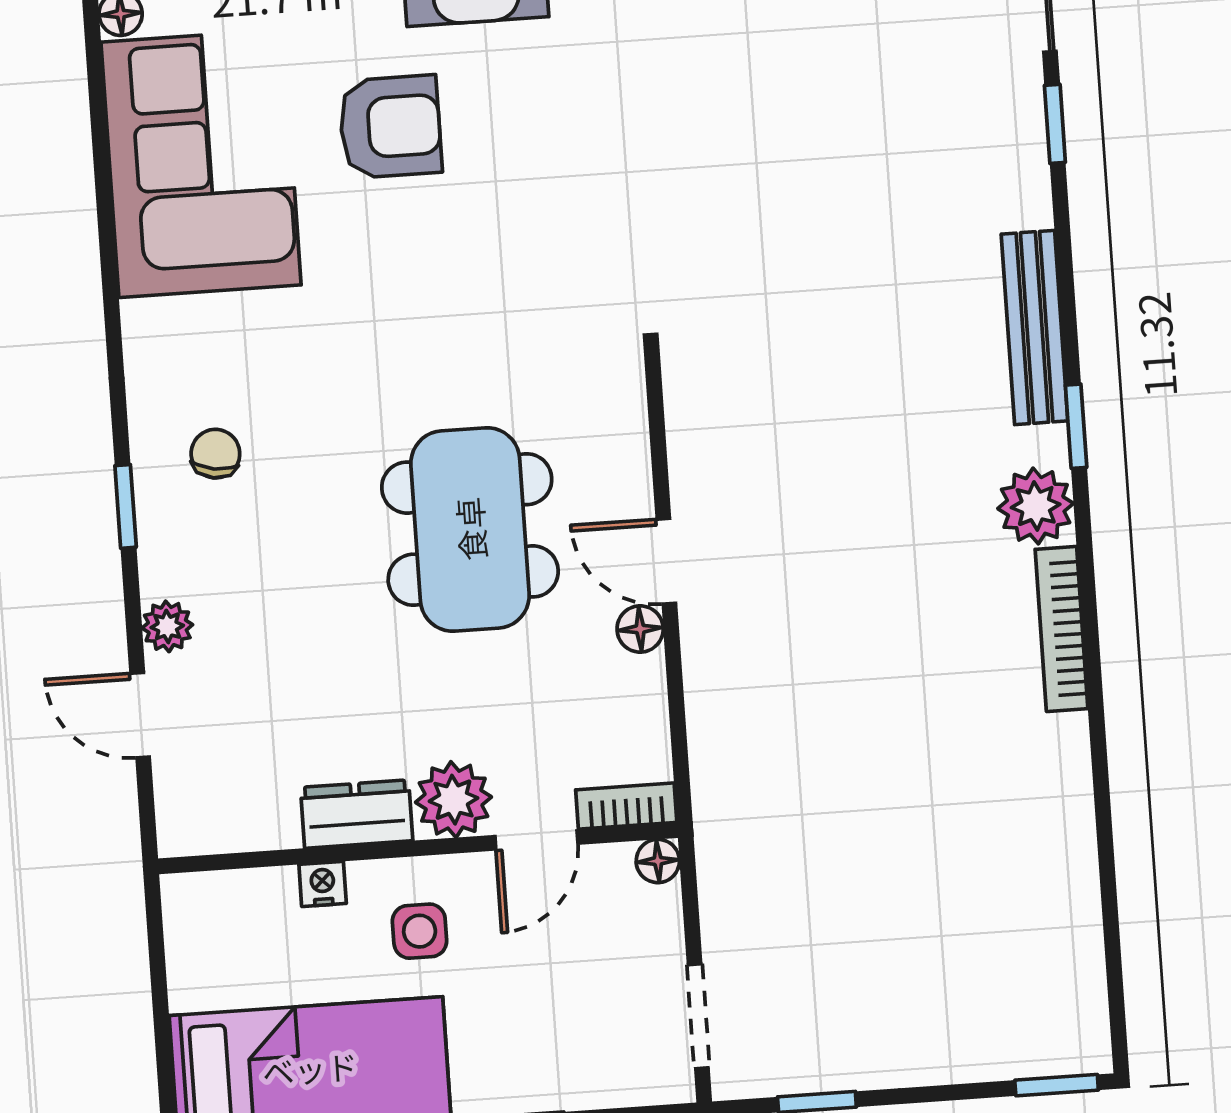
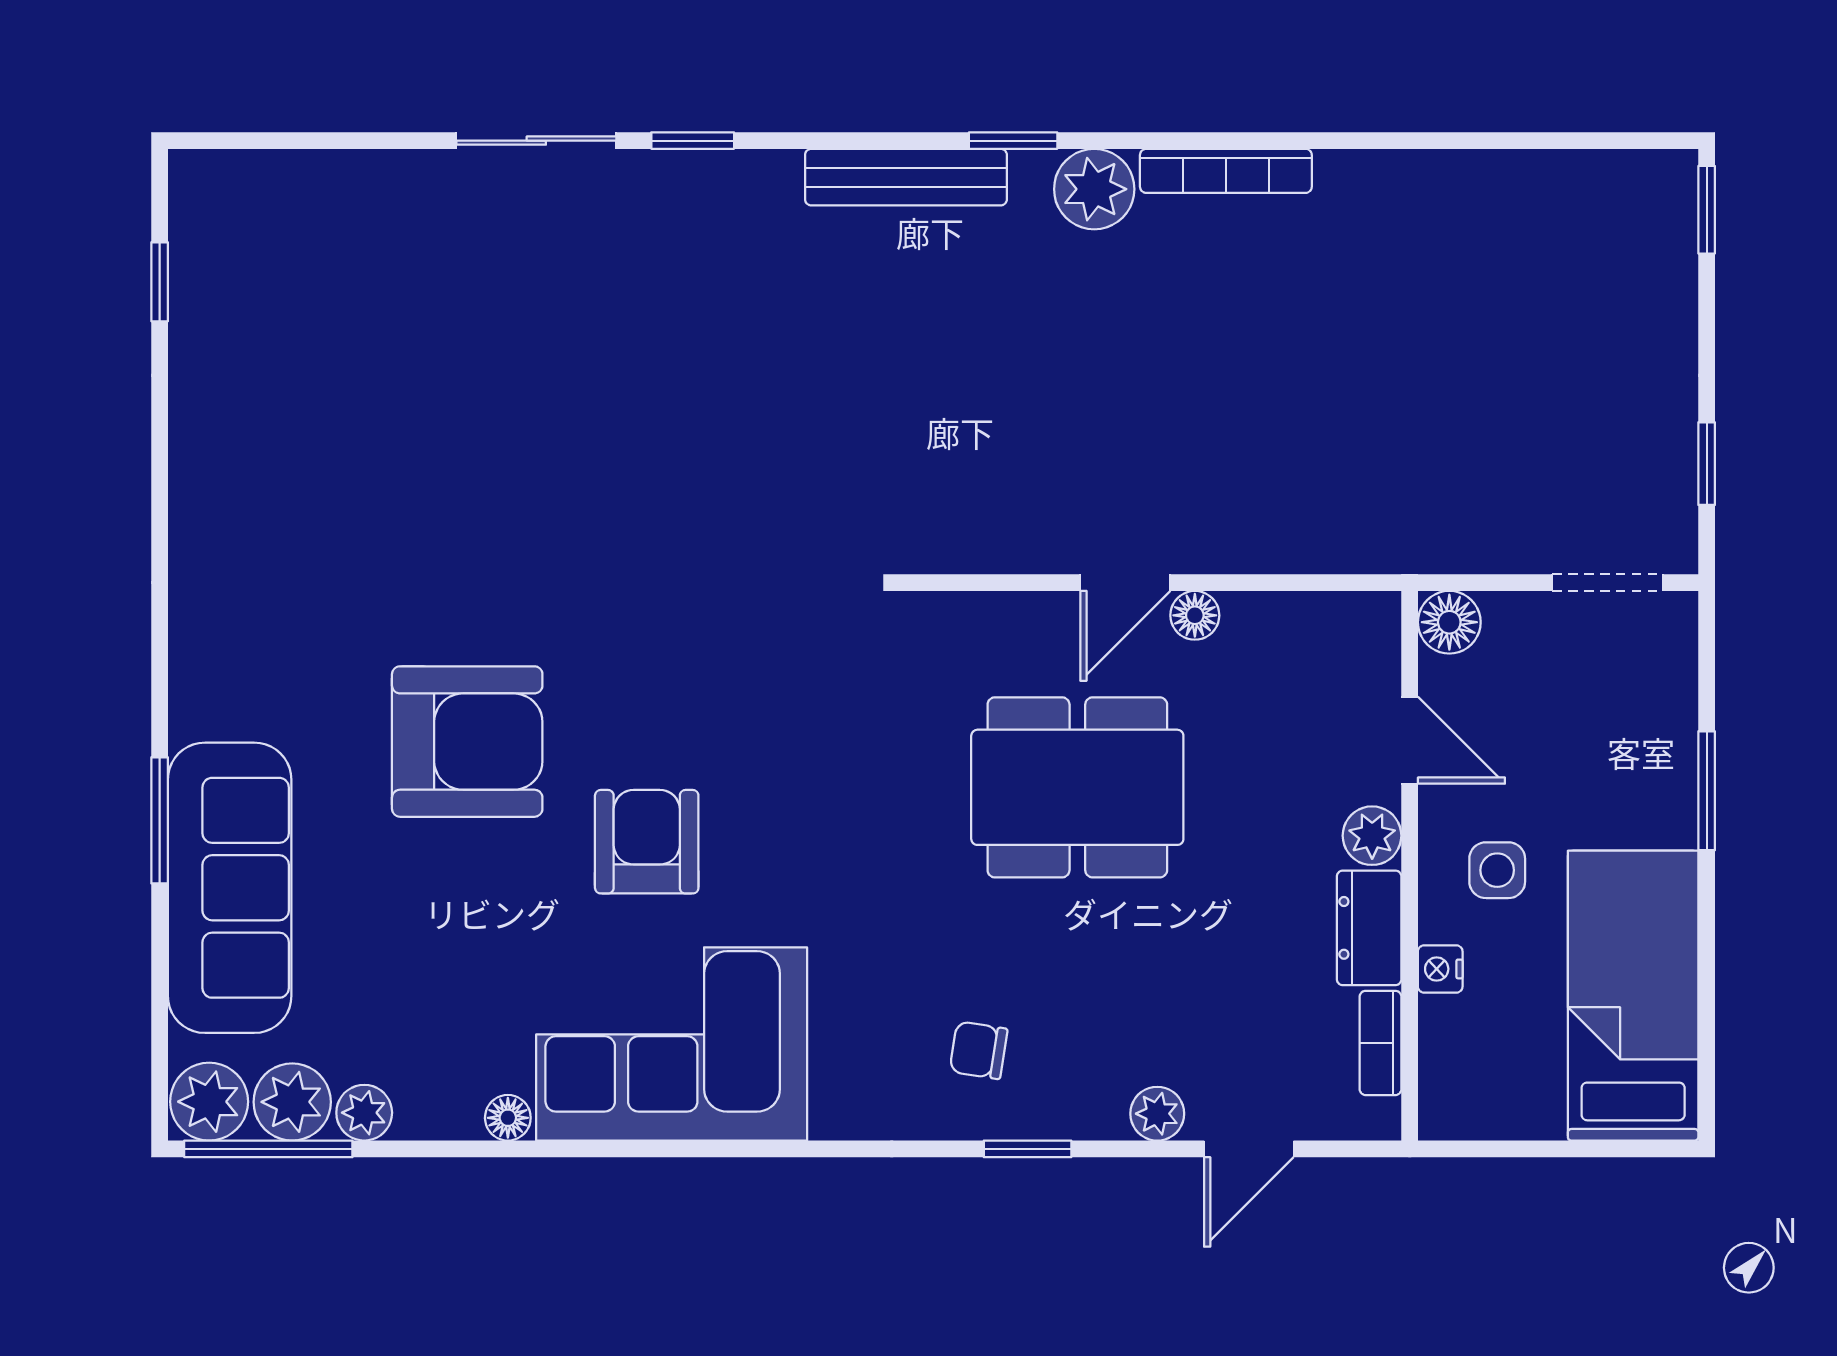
plant: (453, 800) -> (1372, 836), width x0.73, depth x0.73
bookcase: (626, 806) -> (1380, 1043), moved
floor lamp: (658, 861) -> (1449, 622), width x1.37, depth x1.37

